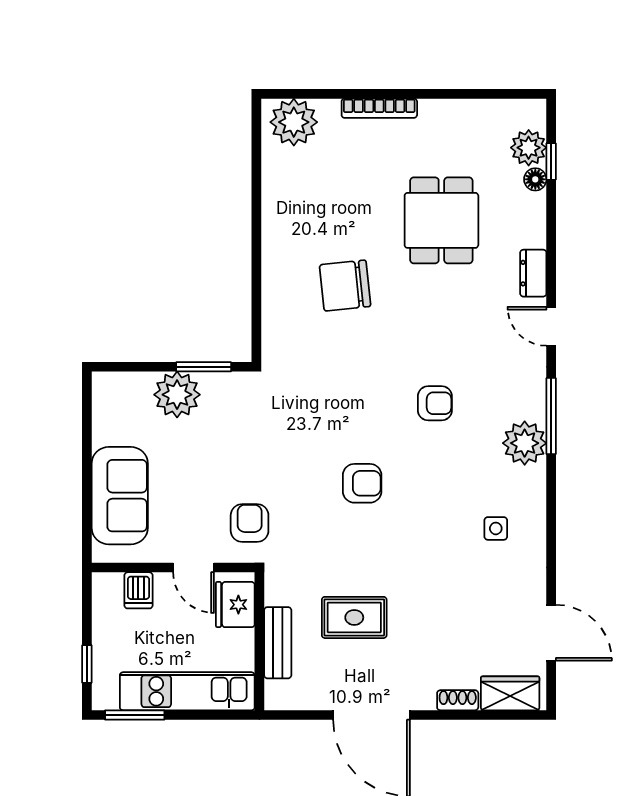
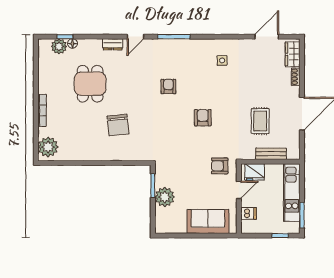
dining table: (441, 220) -> (90, 84), turned 90
plant: (525, 443) -> (185, 48), removed

